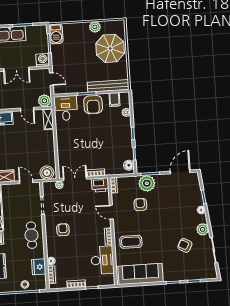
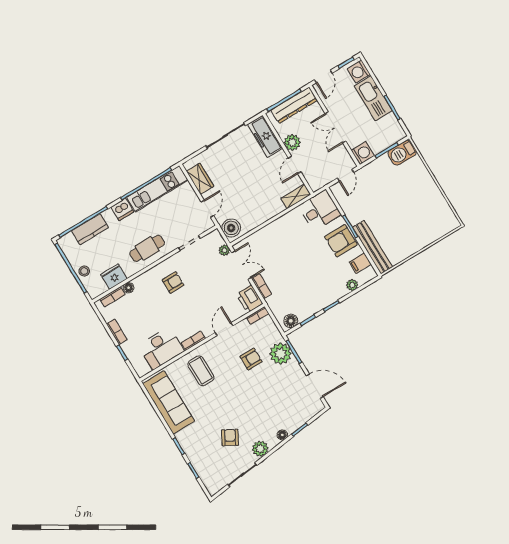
plant: (95, 27) -> (435, 195), removed
parasol: (110, 48) -> (418, 226), removed
plant: (44, 101) -> (292, 142), moved

